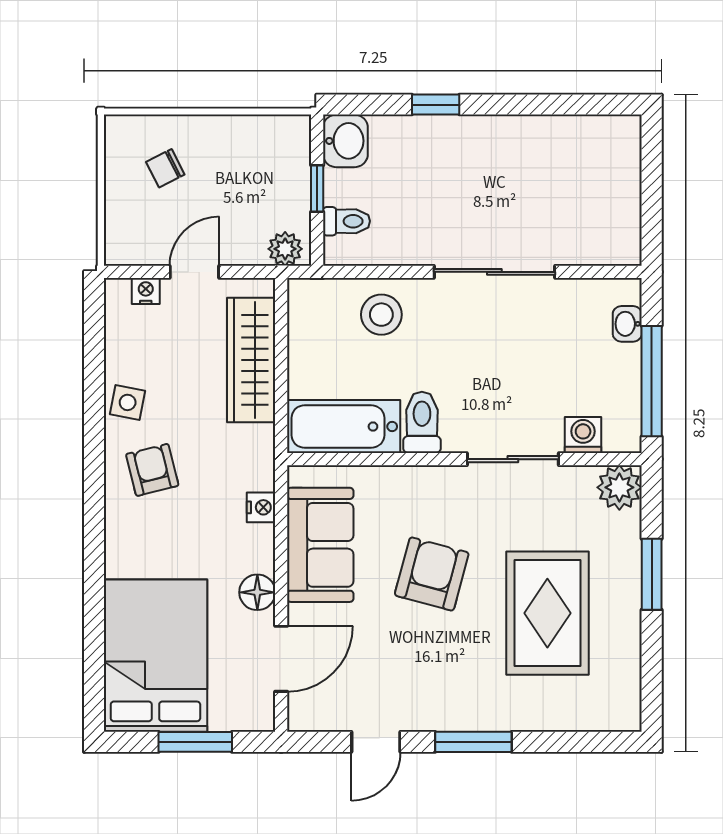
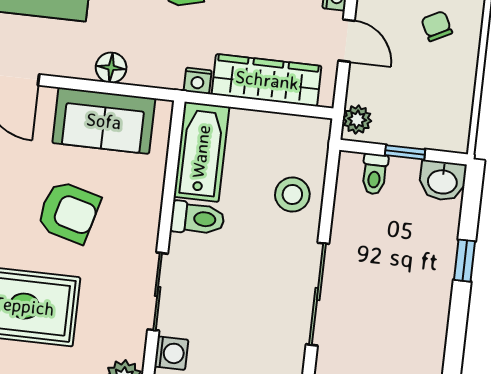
nightstand: (261, 507) -> (198, 81), moved
floor lamp: (257, 592) -> (111, 68), moved

